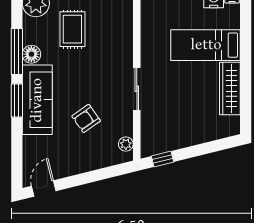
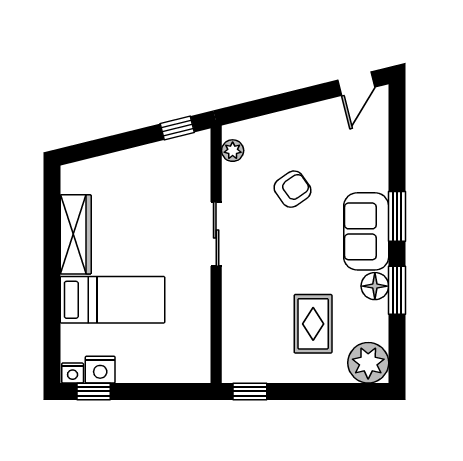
window: (17, 51) -> (397, 290), width x0.69
sofa: (37, 100) -> (366, 231), width x0.73

